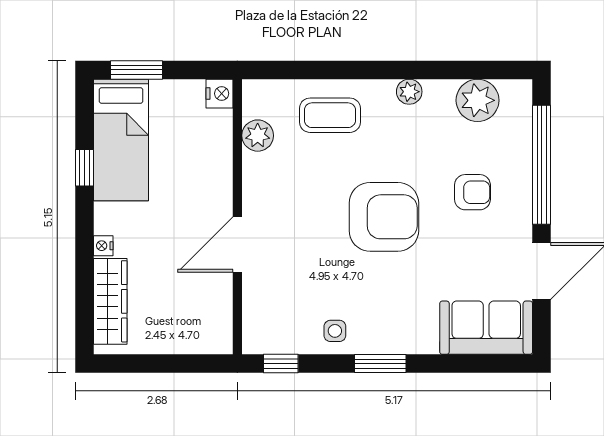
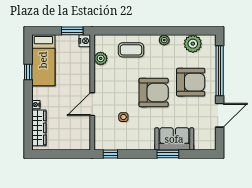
window: (137, 70) -> (72, 31), moved
armchair: (472, 192) -> (191, 82), width x1.88, depth x1.88
sofa: (486, 328) -> (174, 139), moved
side table: (335, 331) -> (123, 117), moved
window: (380, 364) -> (168, 154), moved

